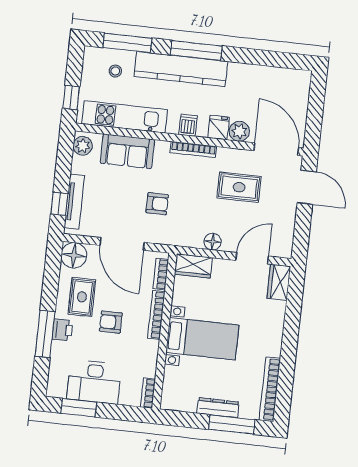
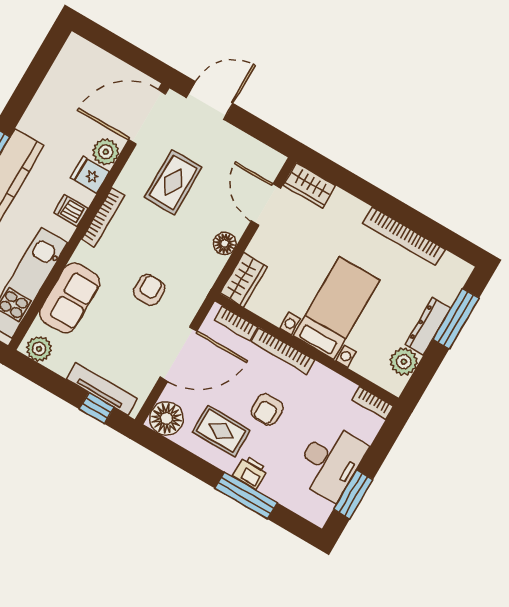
bookcase: (270, 389) -> (404, 236), moved
plant: (186, 402) -> (404, 362), added

